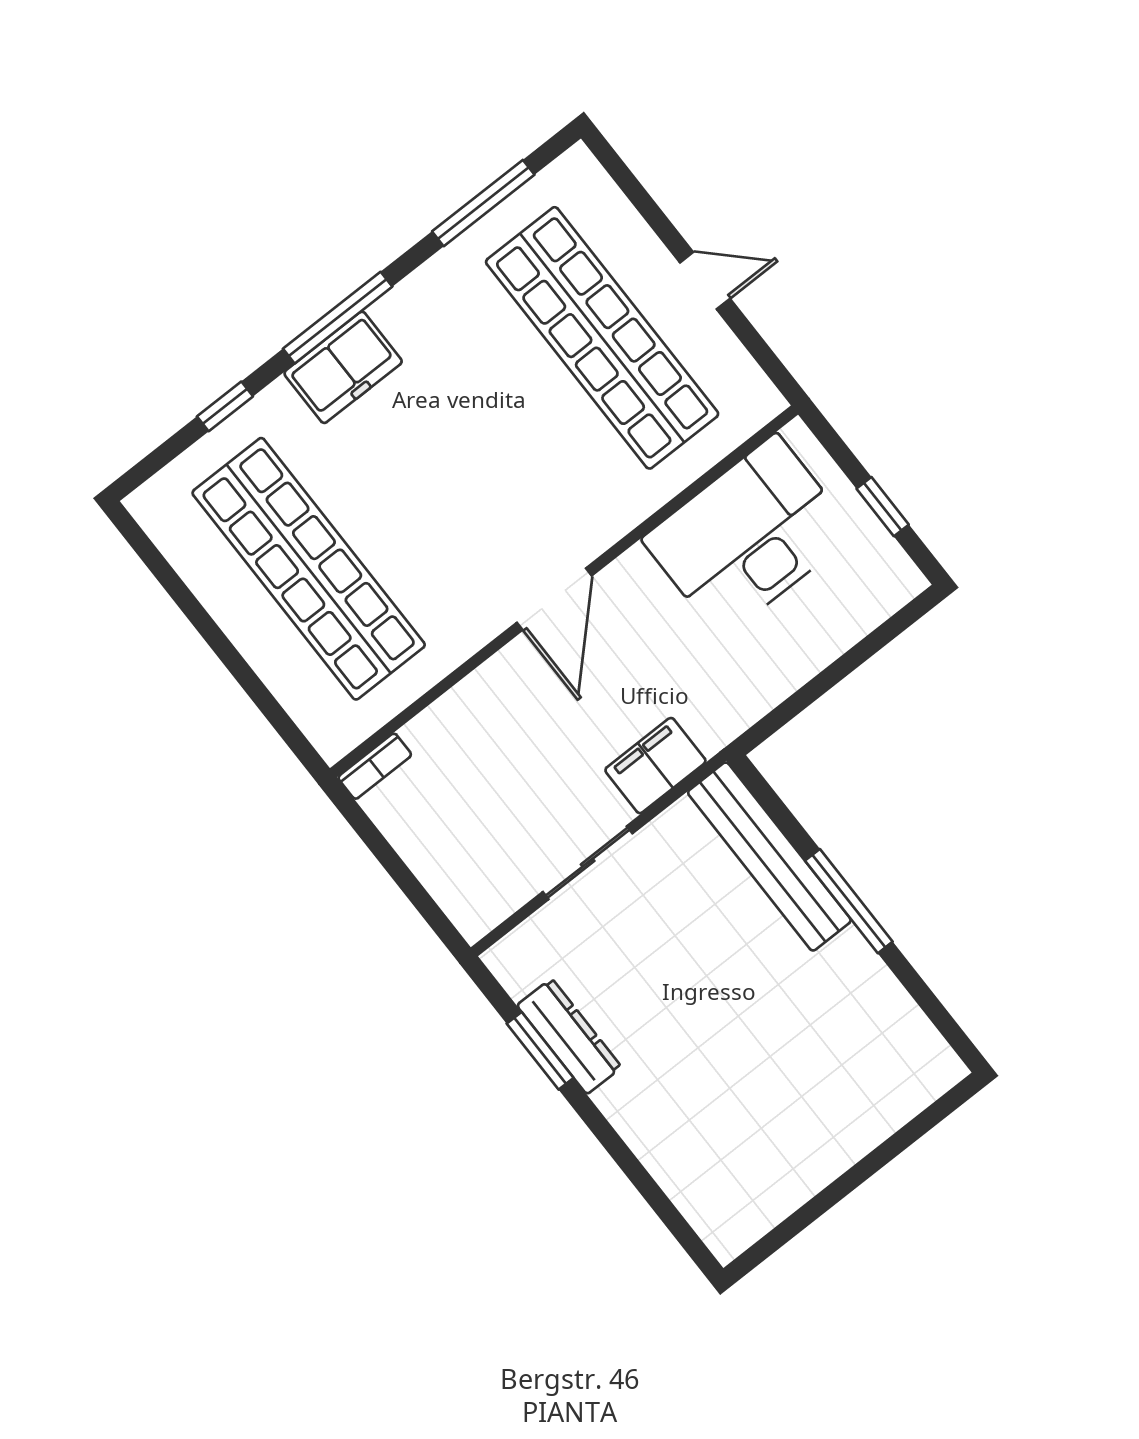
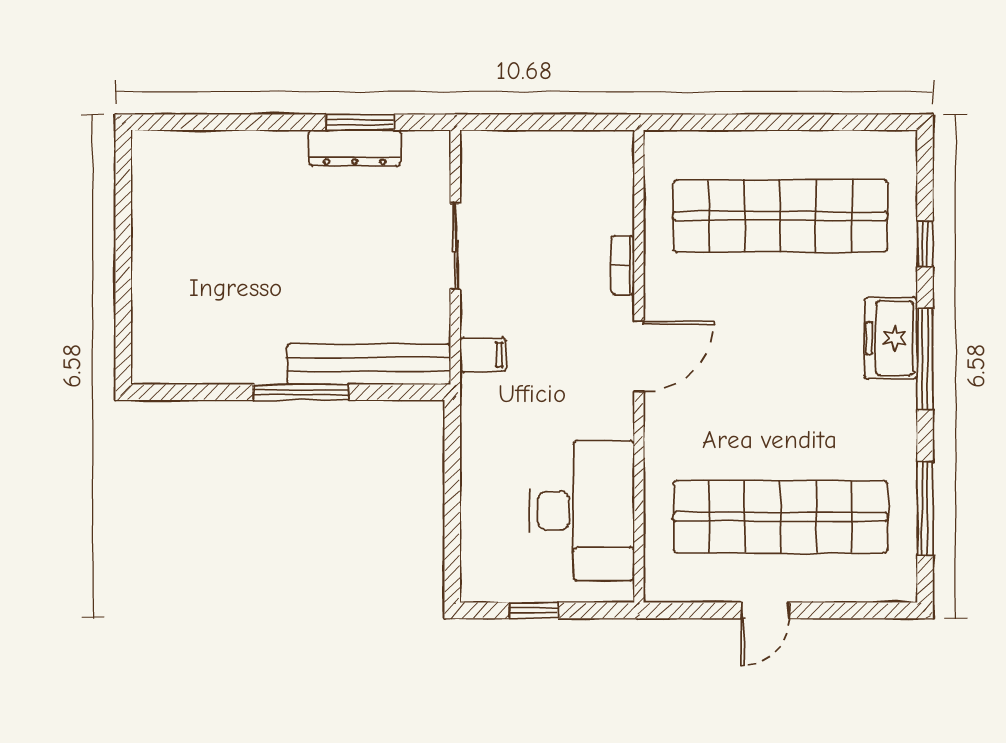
door: (554, 599) -> (639, 356), swing flipped
bookcase: (375, 766) -> (622, 265), moved
filing cabinet: (655, 766) -> (483, 355), width x0.50

